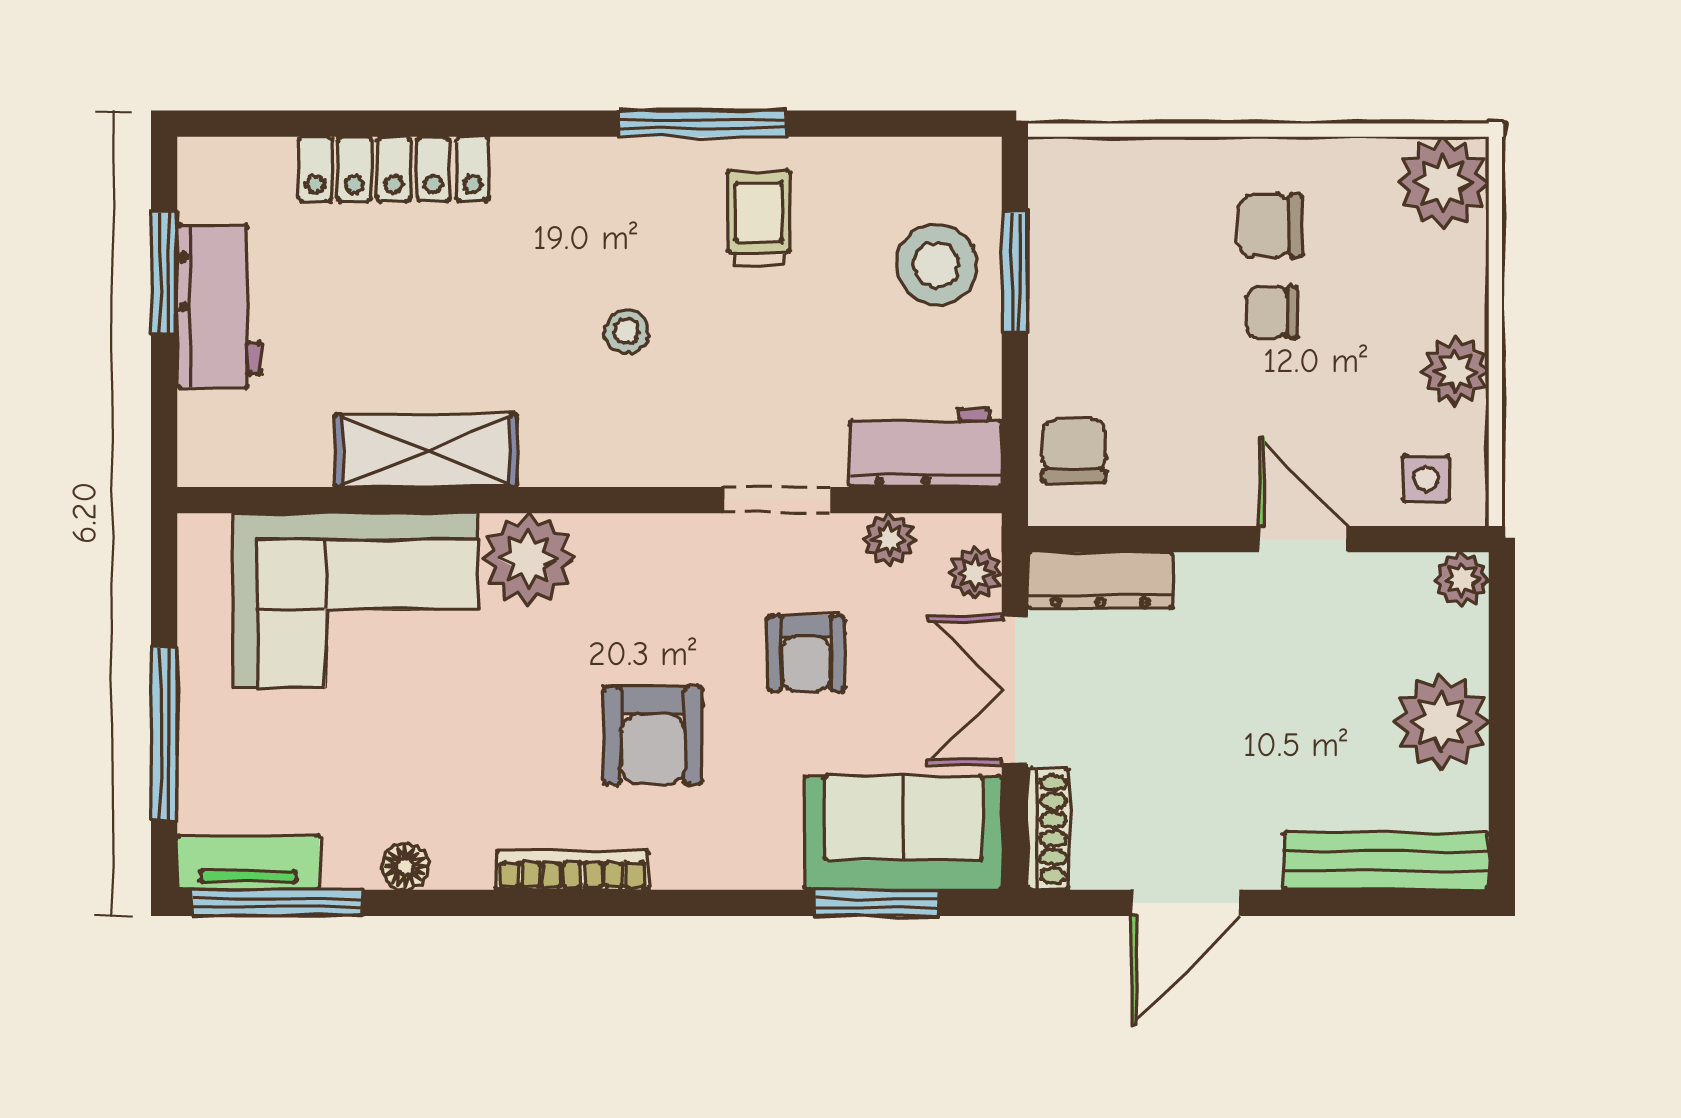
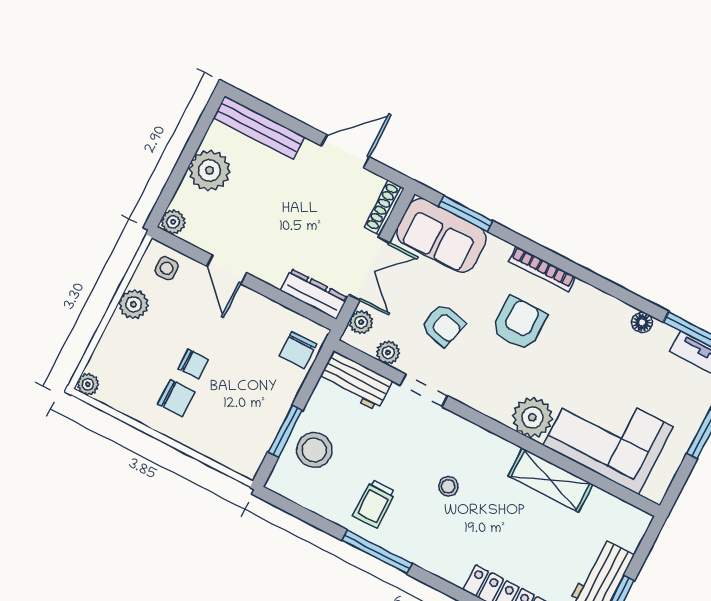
plant: (1443, 182) -> (88, 384), width x0.53, depth x0.53
armchair: (806, 653) -> (443, 325), turned 104
bookcase: (572, 870) -> (542, 269), moved

